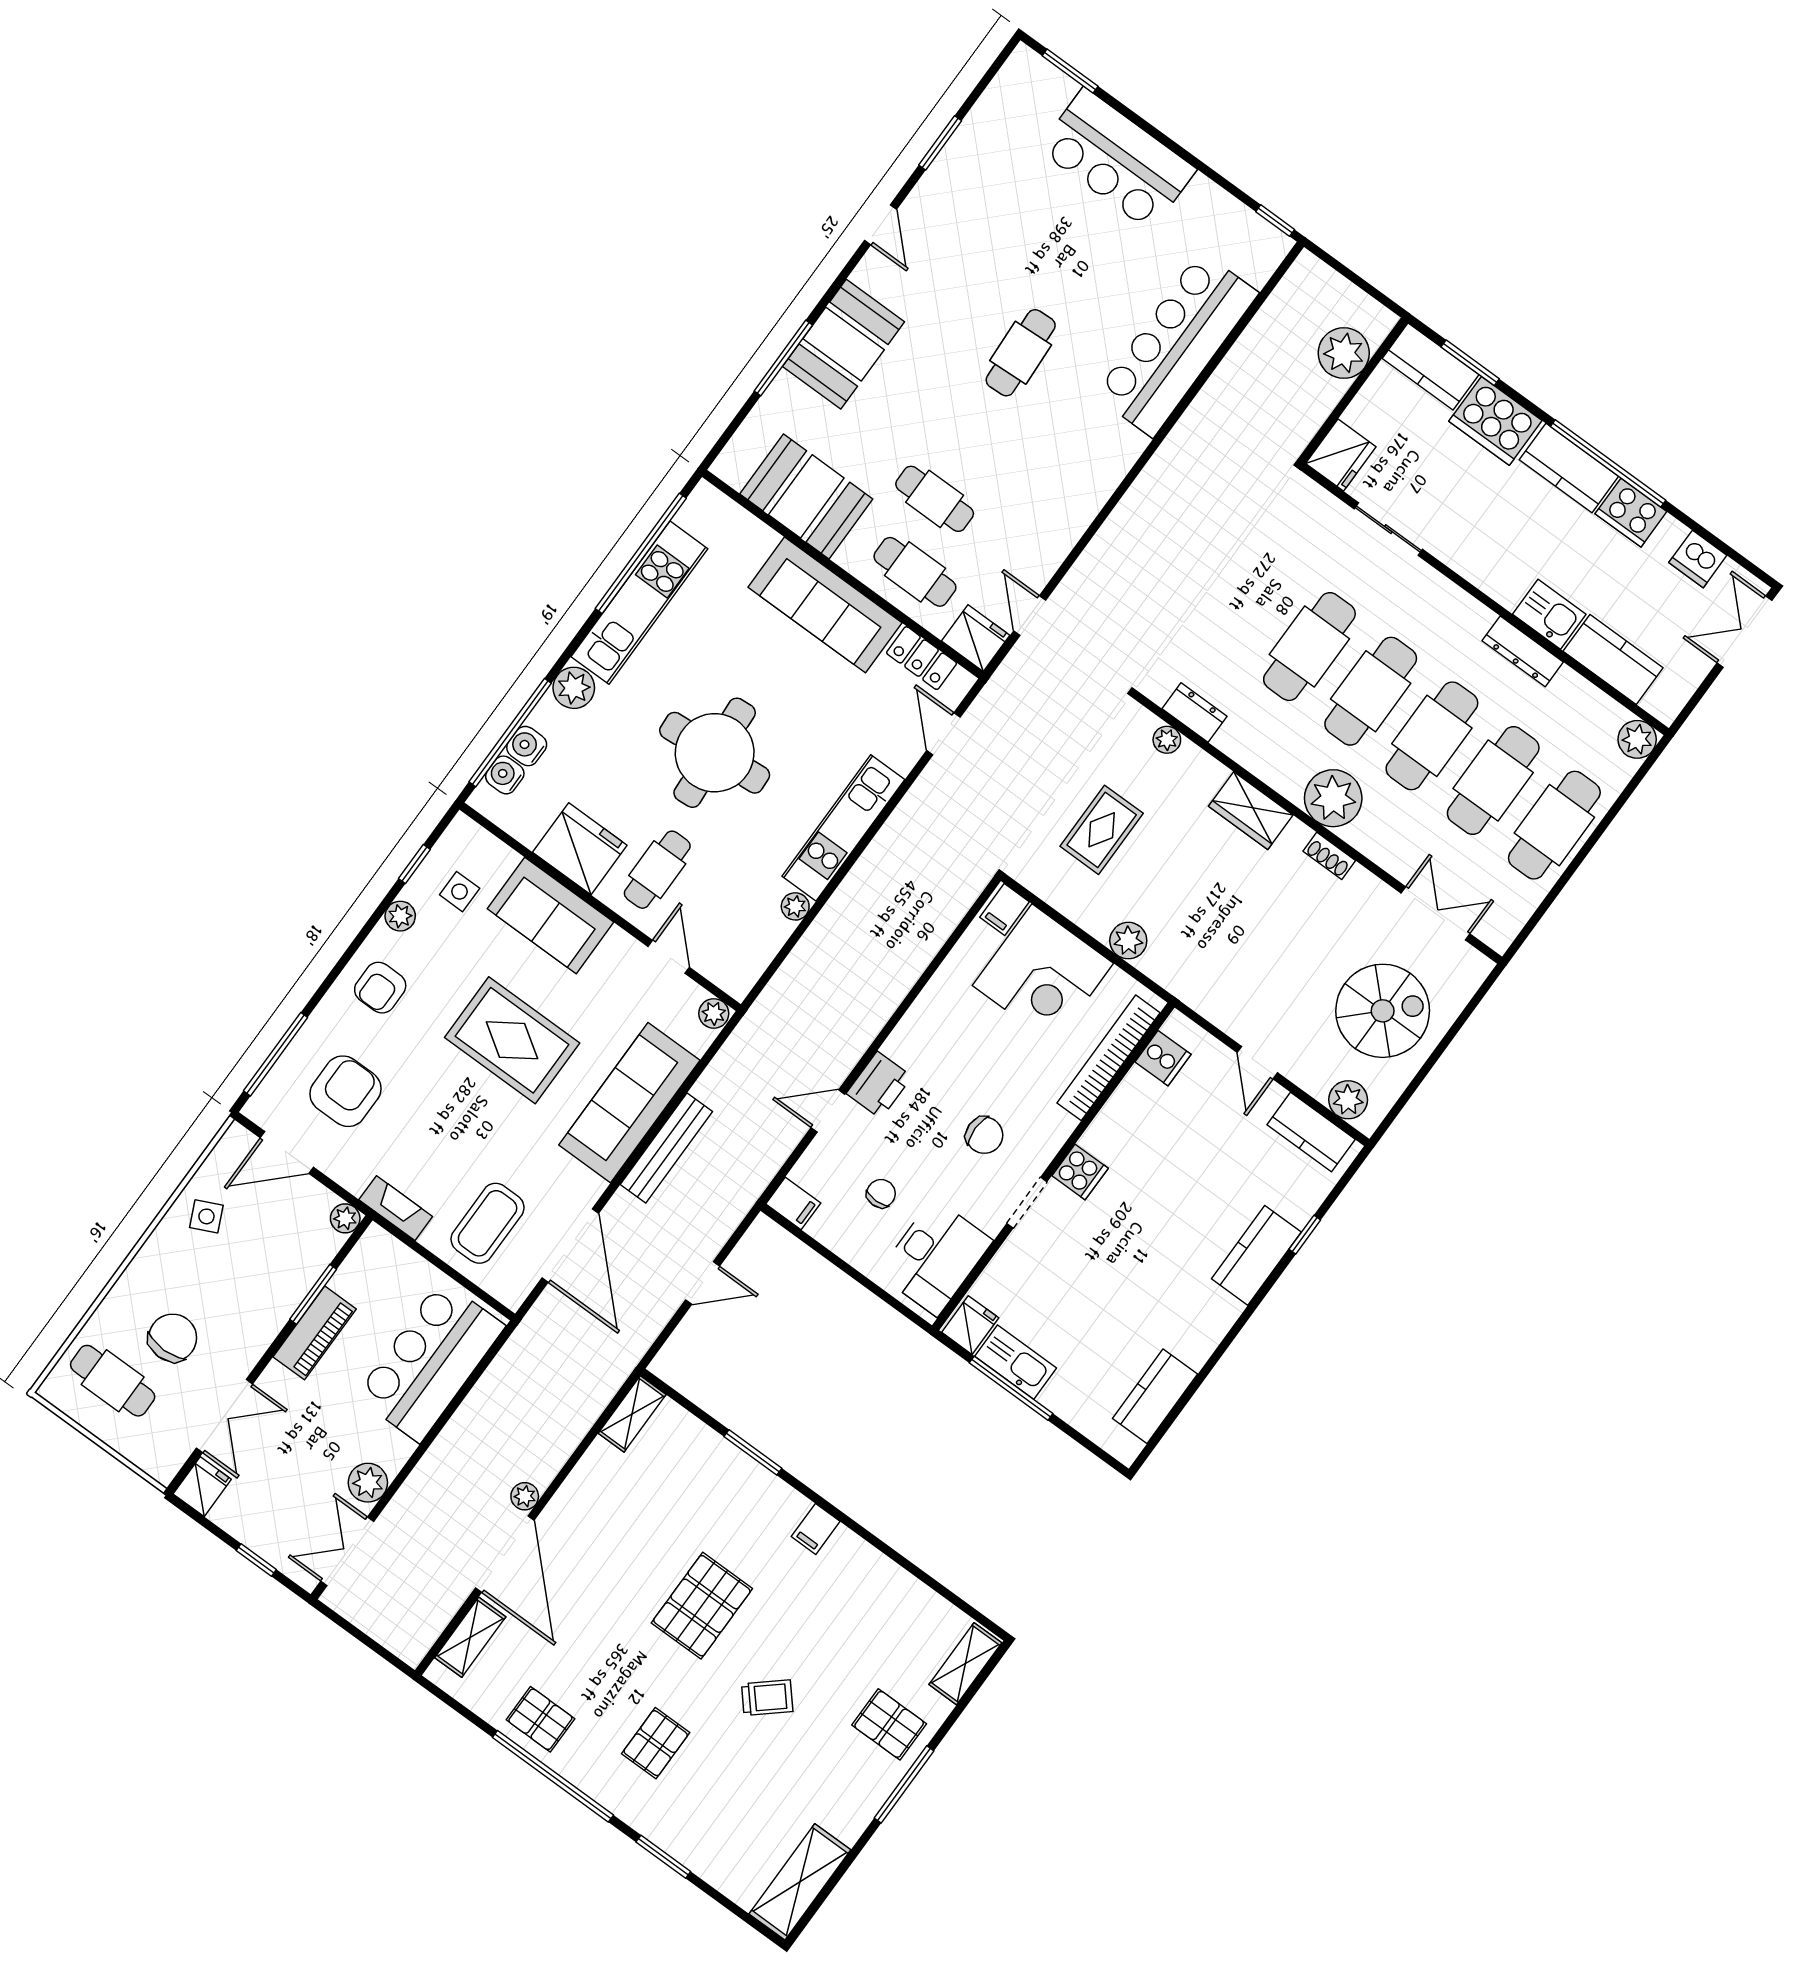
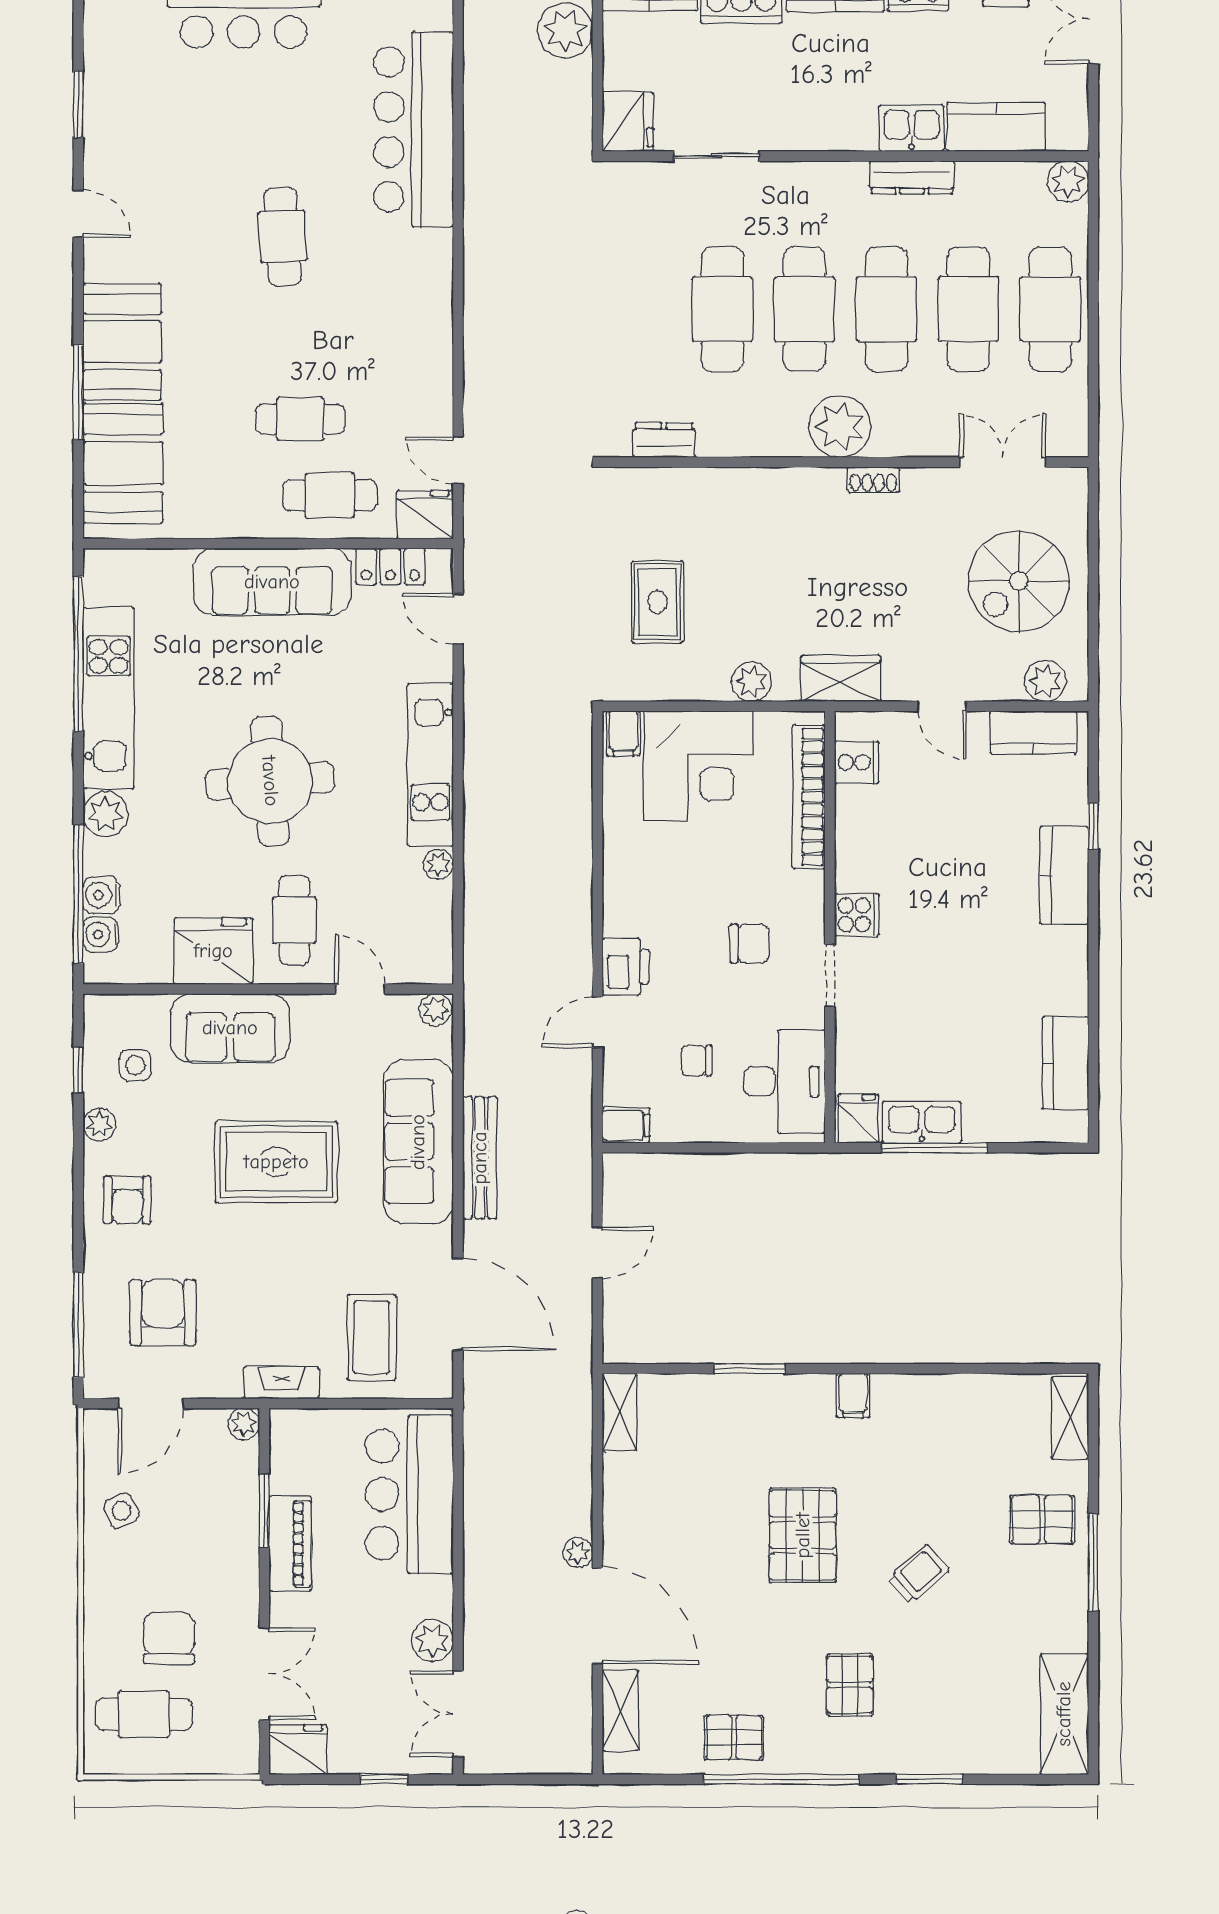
booth: (806, 496) -> (123, 463), moved, turned 90
plant: (1167, 740) -> (657, 482), removed
wardrobe: (1251, 811) -> (841, 678), moved, turned 180
spiral stairs: (1383, 1011) -> (1019, 581), turned 180
chair: (881, 1194) -> (697, 1061), turned -90
fridge: (202, 1487) -> (298, 1750), width x1.38

